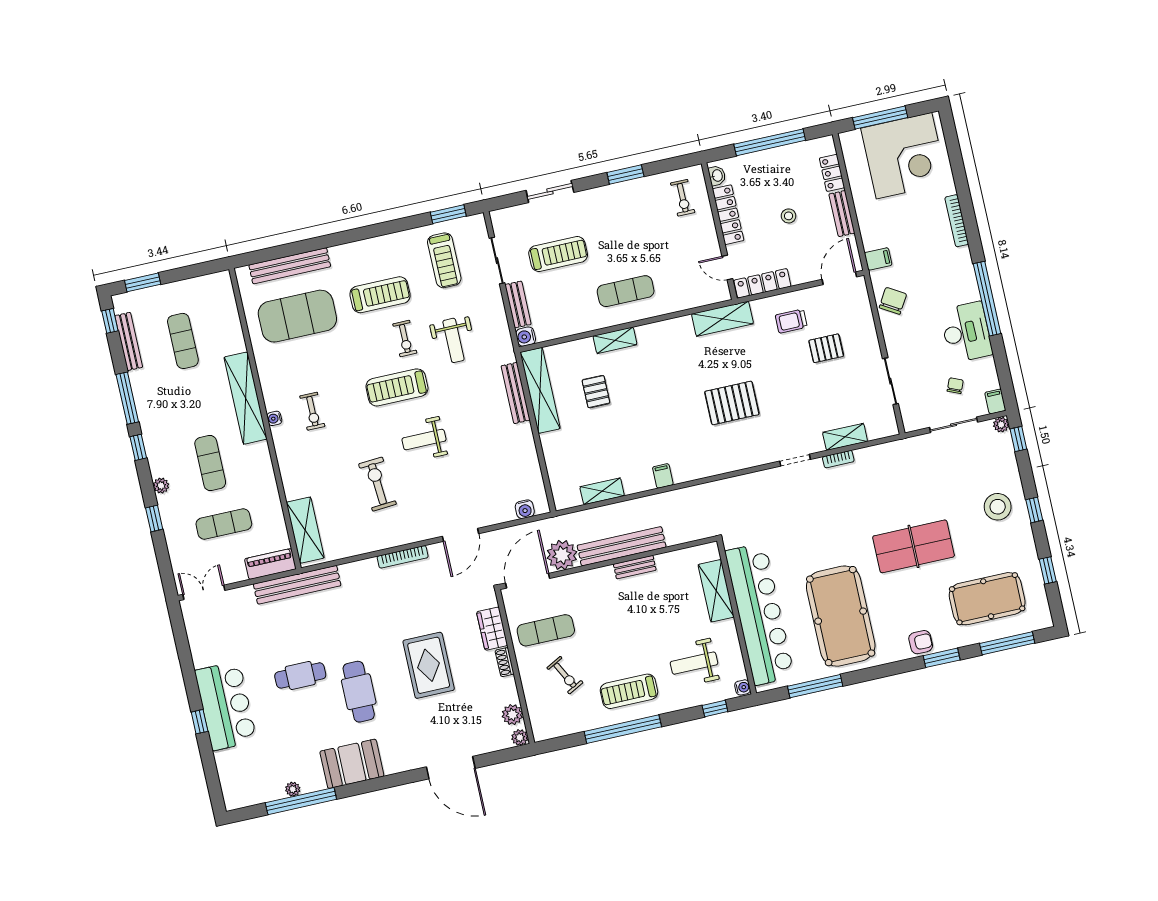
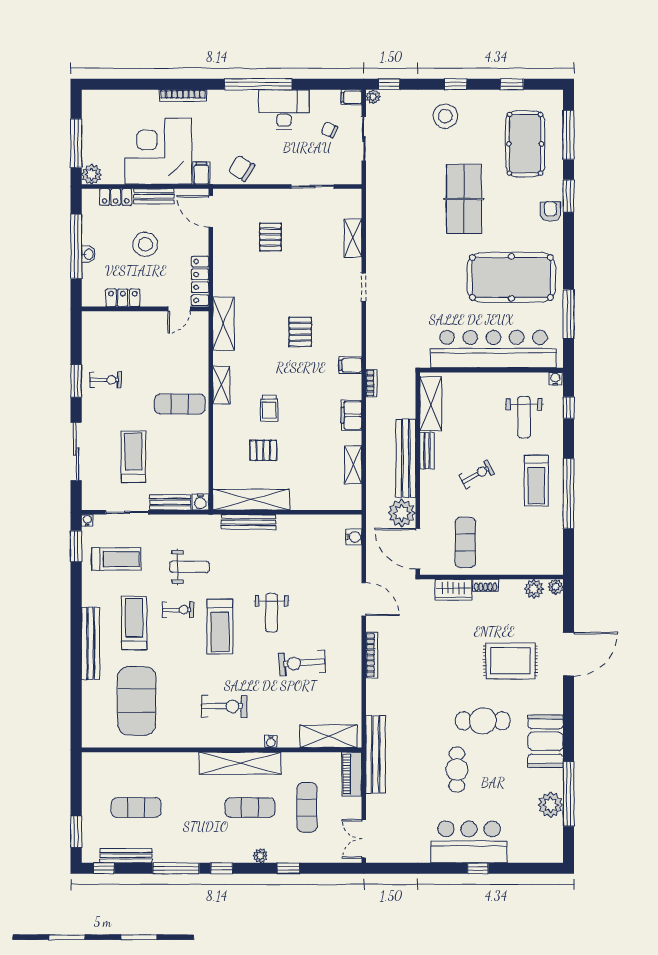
plant: (851, 142) -> (92, 174), added
corner desk: (904, 156) -> (158, 151), moved, turned -90
washbasin: (717, 176) -> (88, 254), moved, turned 90
sliding door: (550, 191) -> (76, 452), width x1.37
exercise bike: (683, 198) -> (106, 380), moved
locker: (728, 215) -> (123, 298), width x0.66
stool: (789, 216) -> (145, 244), width x1.89, depth x1.89
water cooler: (479, 220) -> (87, 520), added
bench: (290, 266) -> (91, 643), moved
exercise mat: (626, 291) -> (180, 404), turned 90
trolley: (791, 321) -> (269, 408), moved
shelving: (615, 340) -> (221, 385), moved
shelving: (245, 398) -> (240, 763), moved
pallet: (732, 403) -> (300, 332), width x0.67, depth x0.71
exercise bike: (312, 411) -> (224, 706), width x1.38, depth x1.39
water cooler: (274, 418) -> (271, 742), moved
bookcase: (838, 459) -> (371, 383), moved
filing cabinet: (708, 465) -> (350, 365), added
filing cabinet: (663, 476) -> (351, 415), width x2.00
shelving: (716, 591) -> (431, 404), moved, turned 90
rug: (429, 665) -> (510, 661), moved
exercise bike: (565, 675) -> (477, 474), moved
plant: (293, 789) -> (550, 805), width x1.87, depth x1.87

